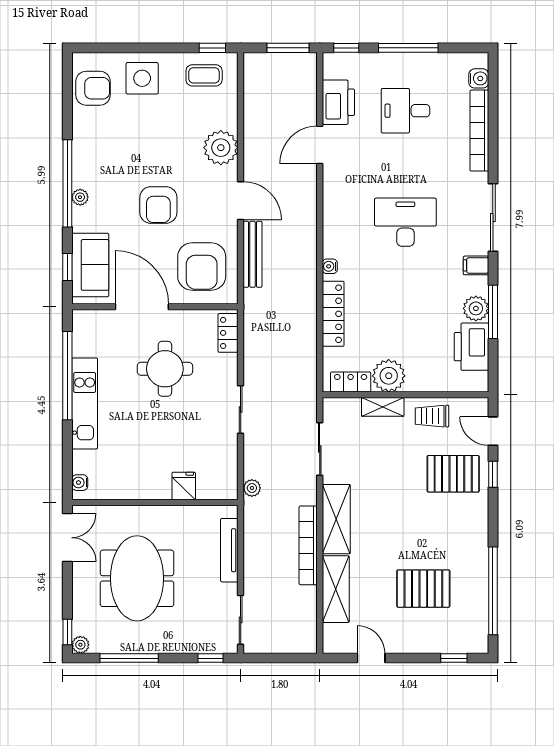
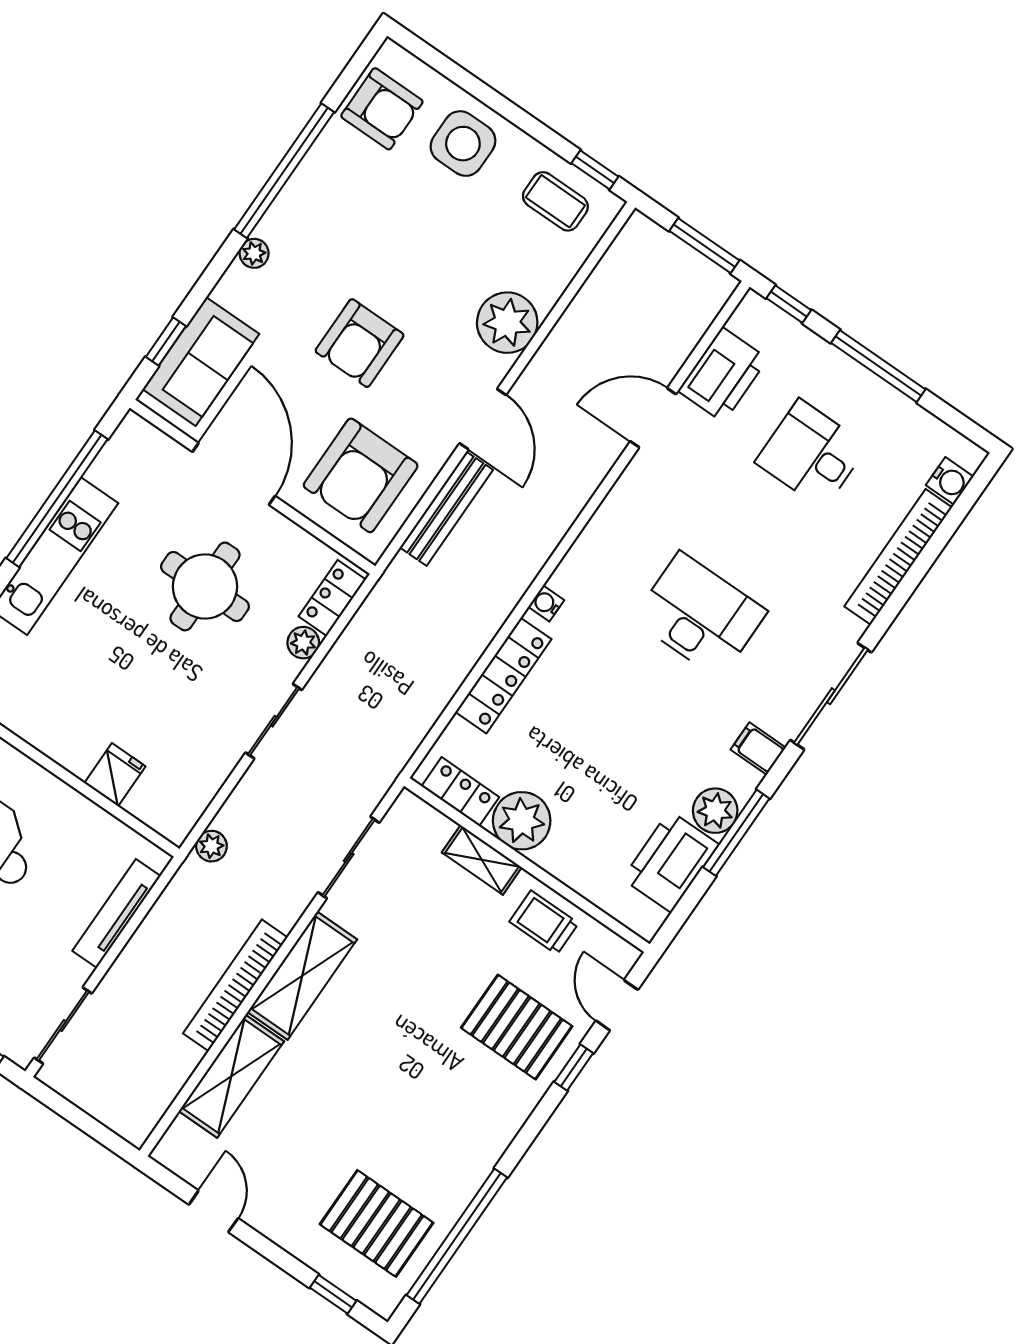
window: (67, 183) -> (284, 171), moved
plant: (229, 363) -> (303, 643), added
pallet: (423, 589) -> (377, 1223), moved

